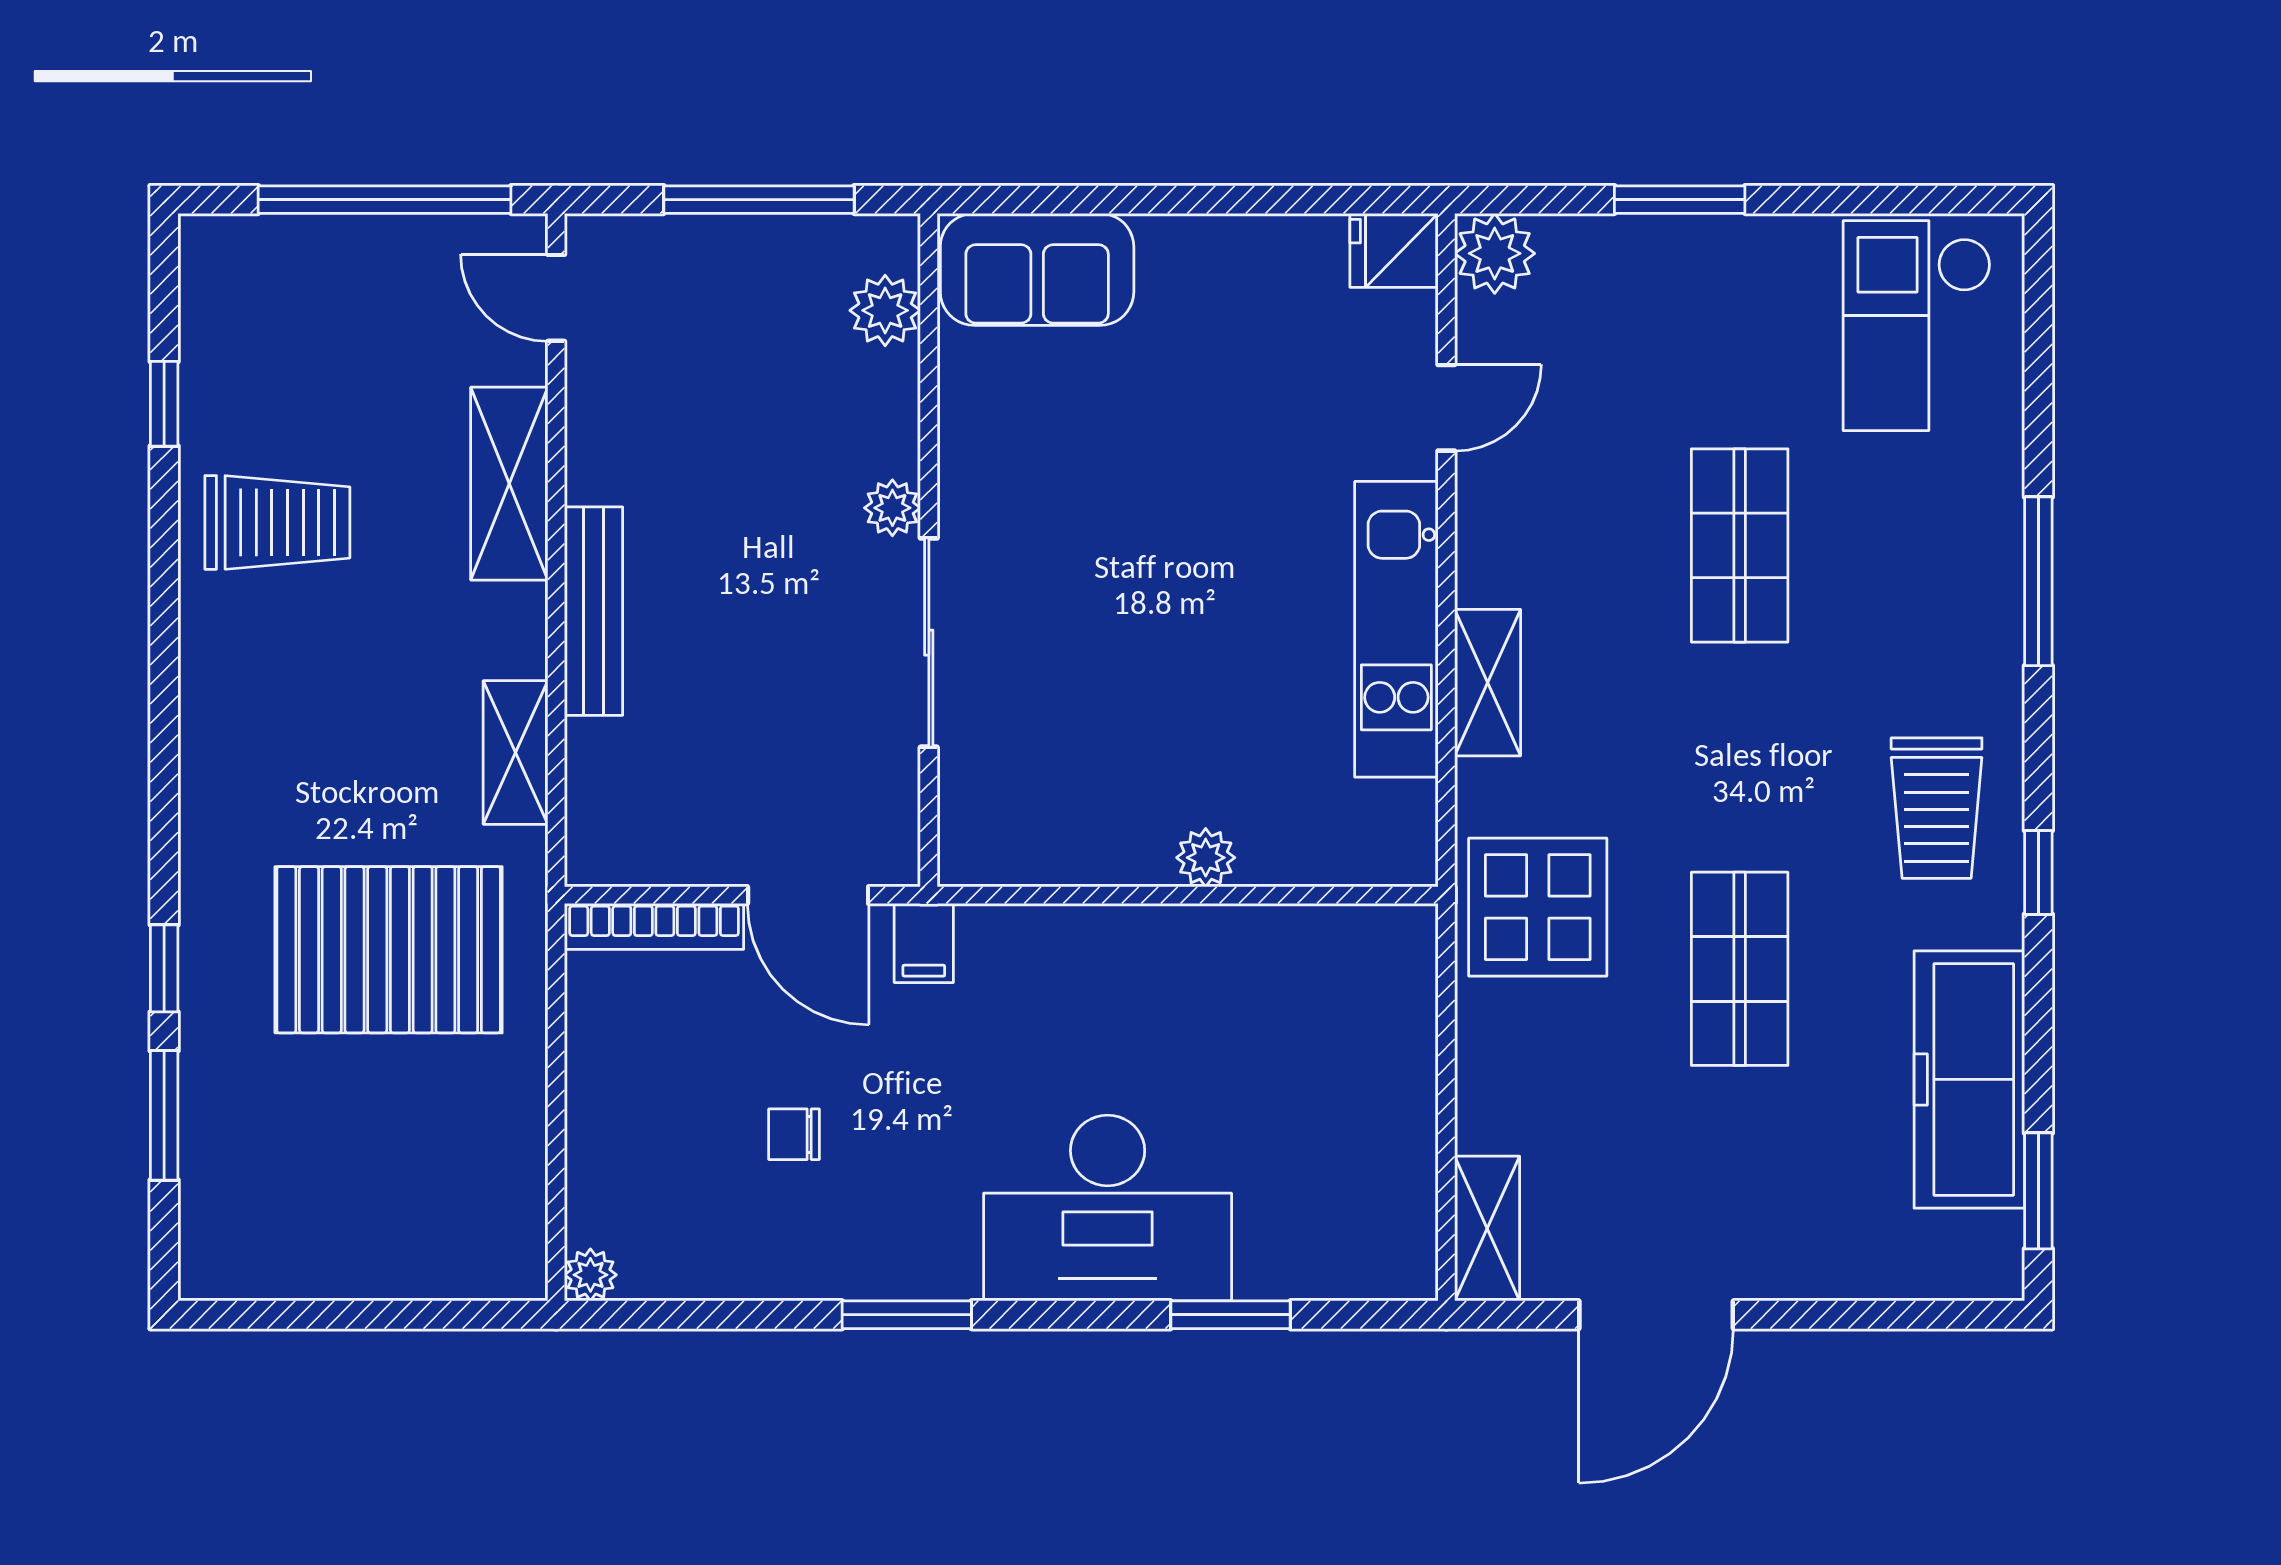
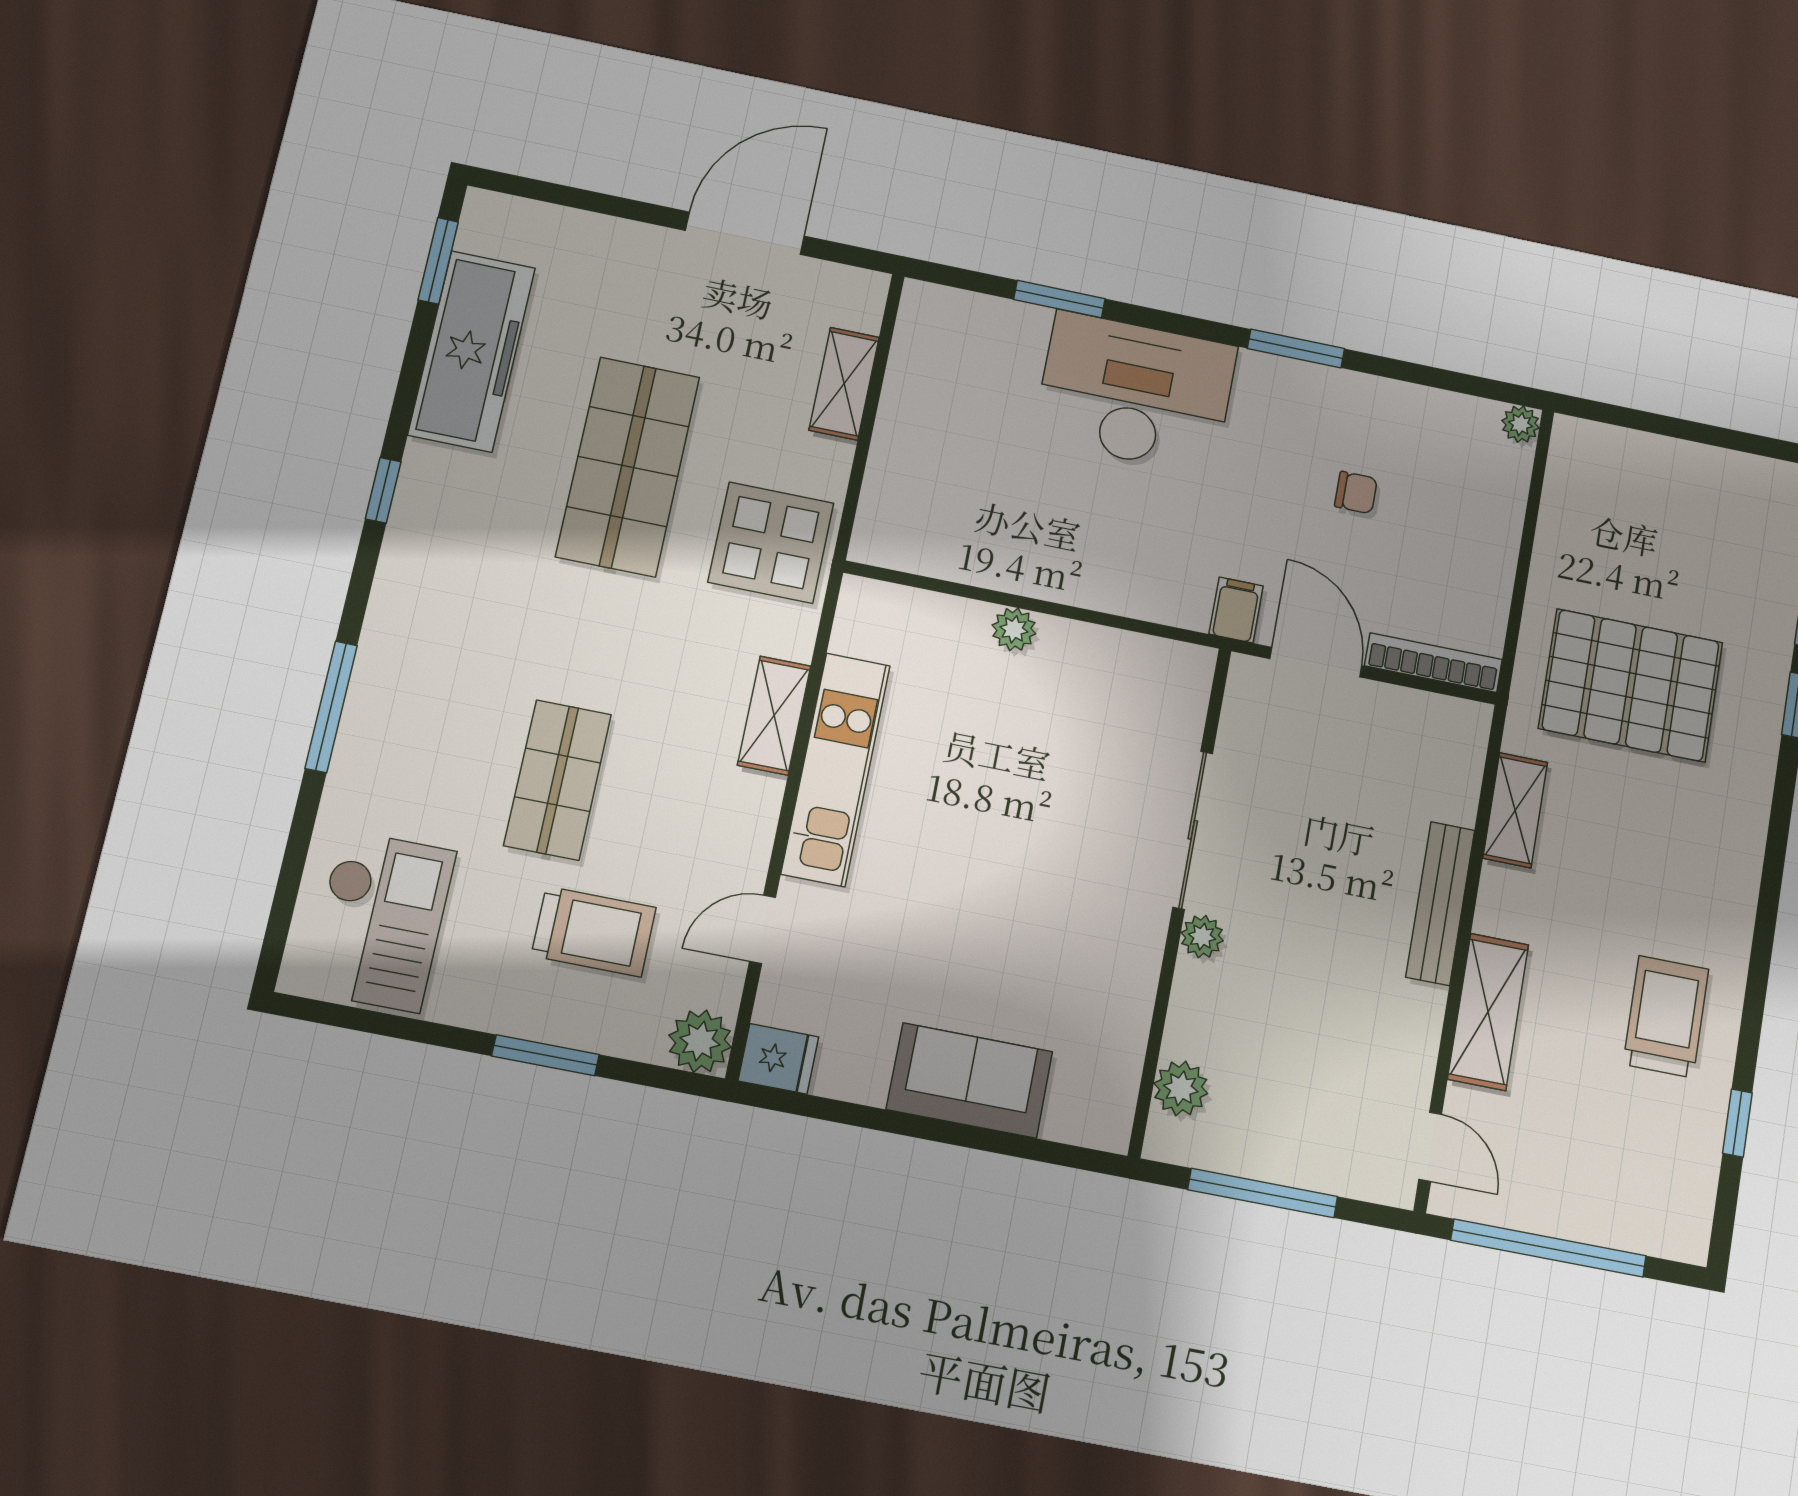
sofa: (1037, 269) -> (970, 1080), moved
trolley: (277, 522) -> (1666, 1017), turned 90
trolley: (1937, 808) -> (594, 932), moved, turned 90
shop shelf: (1740, 969) -> (628, 467), width x1.43, depth x1.36
shelving: (1487, 1229) -> (844, 384), moved

